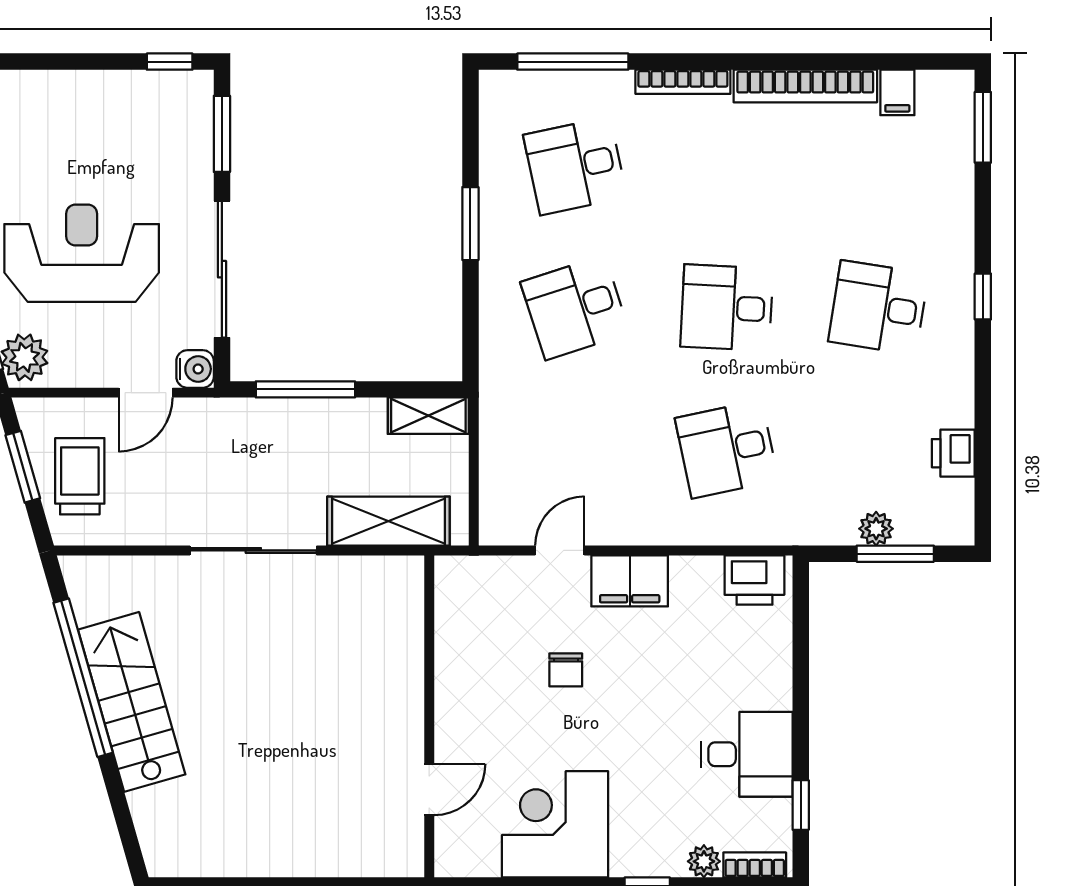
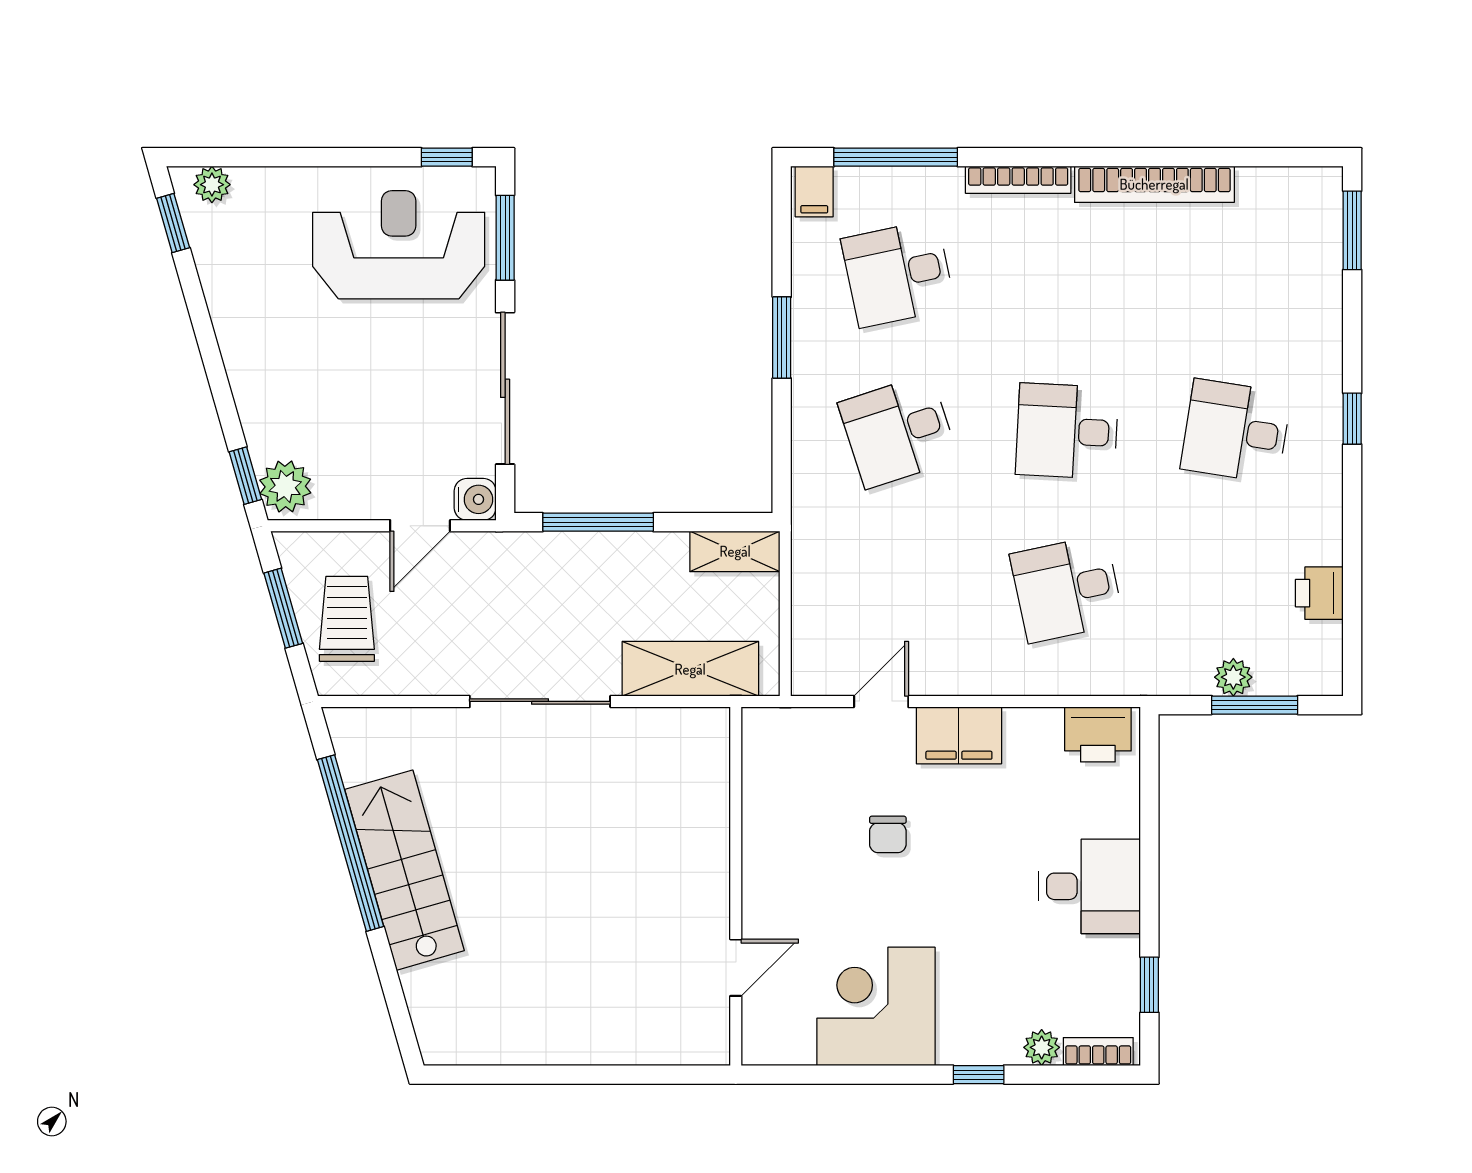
filing cabinet: (897, 92) -> (814, 192), moved
reception desk: (82, 253) -> (399, 245), moved
desk: (747, 754) -> (1089, 886), moved

